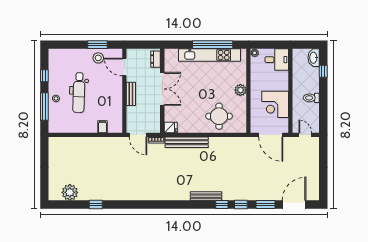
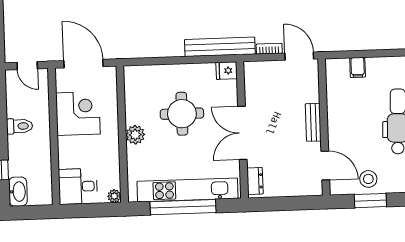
dresser: (156, 59) -> (255, 181), moved
double door: (162, 89) -> (242, 133), moved
wall: (162, 91) -> (242, 130), moved
round table: (219, 116) -> (182, 114), moved
fridge: (171, 127) -> (227, 71), moved

